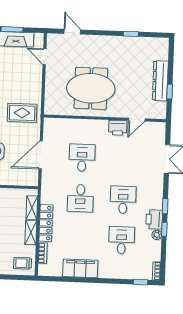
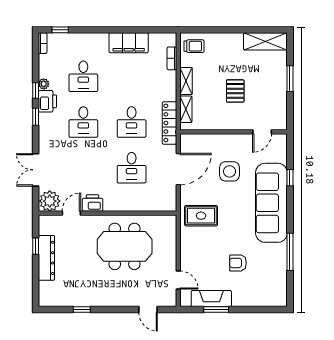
plant: (156, 131) -> (50, 201), added
desk: (80, 198) -> (132, 122), turned 180
locker: (46, 223) -> (169, 123), moved

